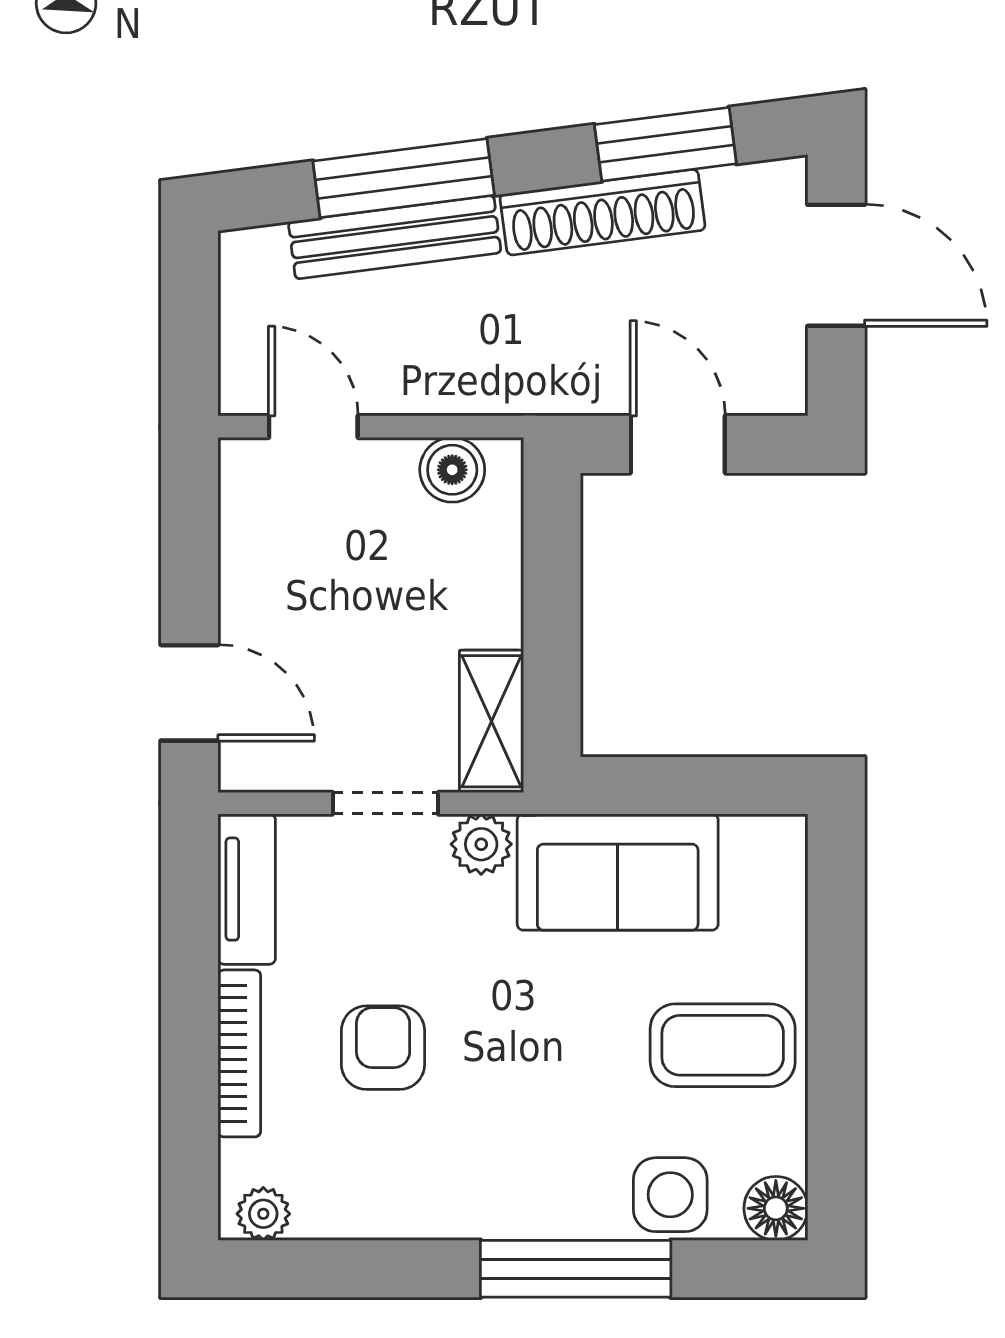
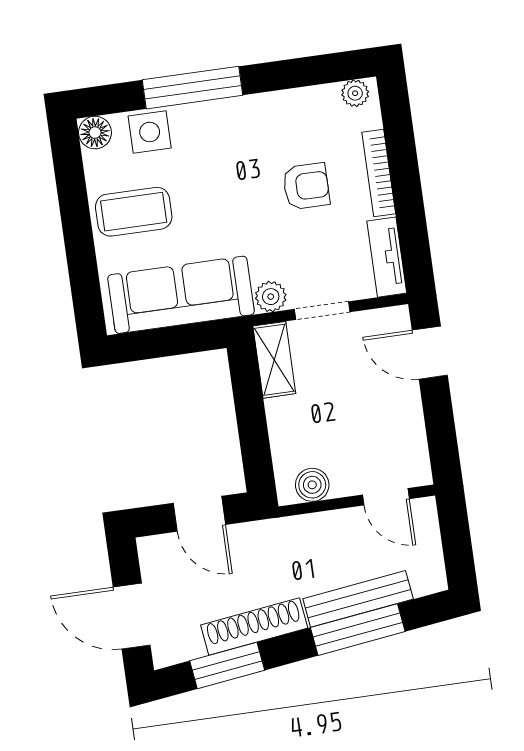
sofa: (618, 872) -> (181, 295), width x1.36
armchair: (383, 1048) -> (306, 186), turned -90

